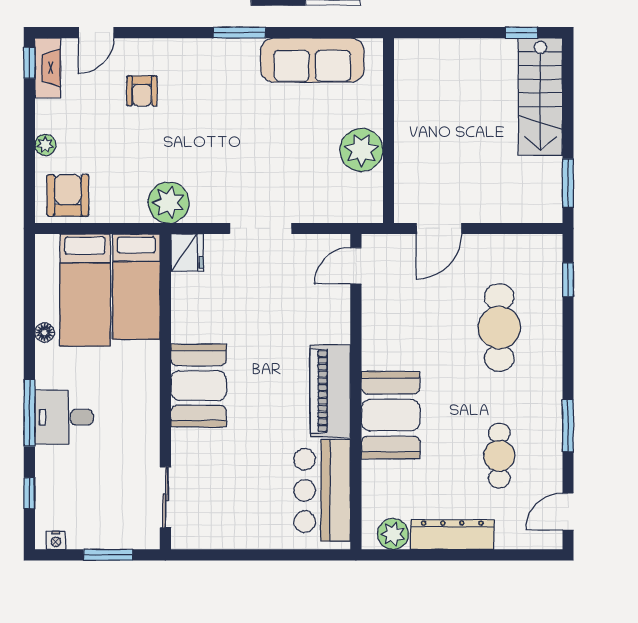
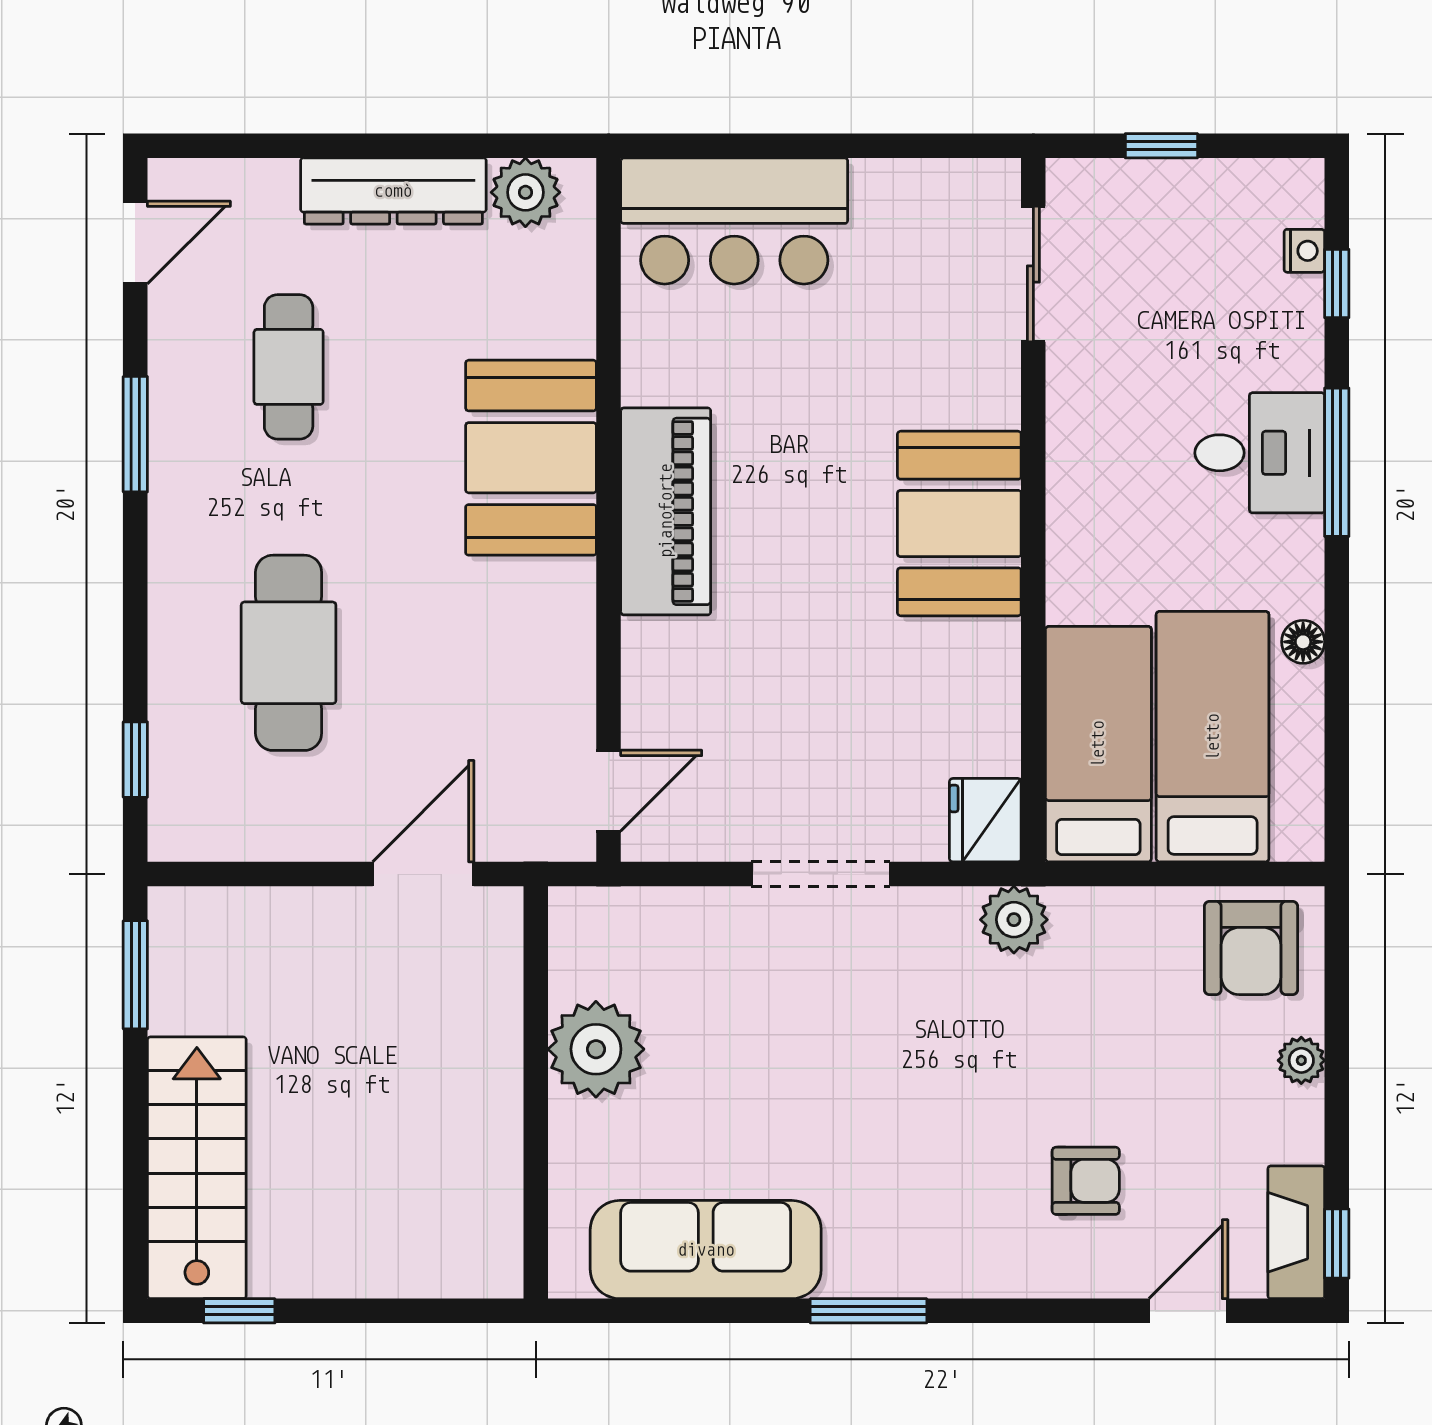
armchair: (142, 91) -> (1086, 1181), turned 90
plant: (169, 203) -> (1014, 920), width x0.73, depth x0.73
bar counter: (322, 490) -> (734, 221), moved, turned 90
nightstand: (56, 540) -> (1304, 251), moved, turned 90
window: (108, 555) -> (1161, 146), width x0.67

